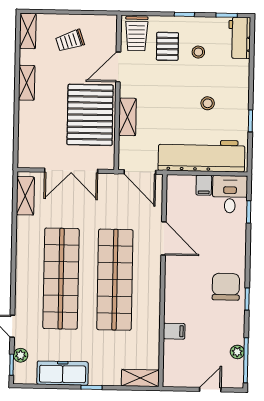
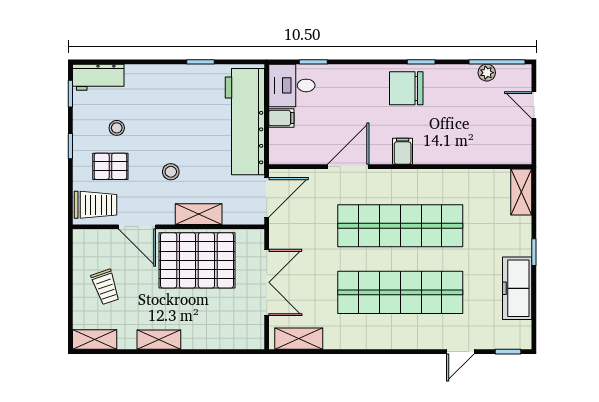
stool: (208, 103) -> (171, 172), moved
filing cabinet: (174, 331) -> (403, 151), moved
plant: (21, 355) -> (496, 341), removed

